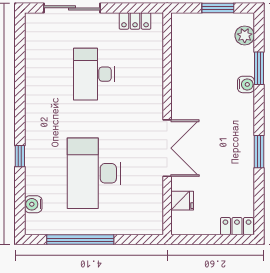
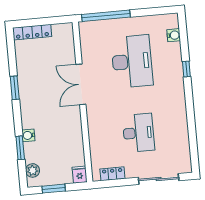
fridge: (182, 201) -> (80, 175), moved, turned 90
locker: (237, 226) -> (32, 32), width x1.53
window: (80, 240) -> (106, 16), moved

